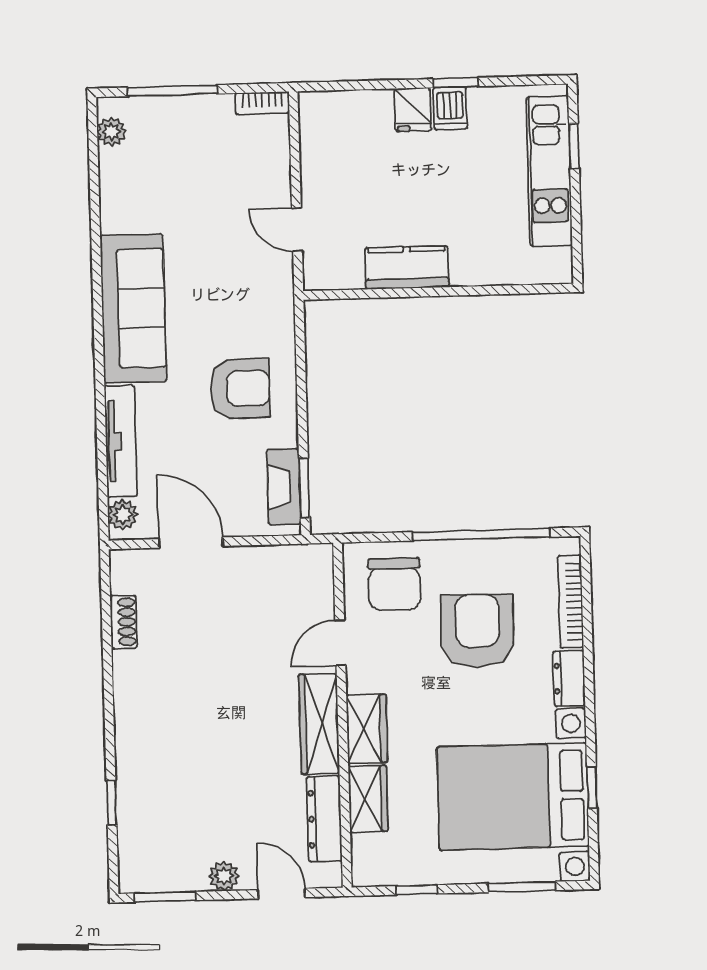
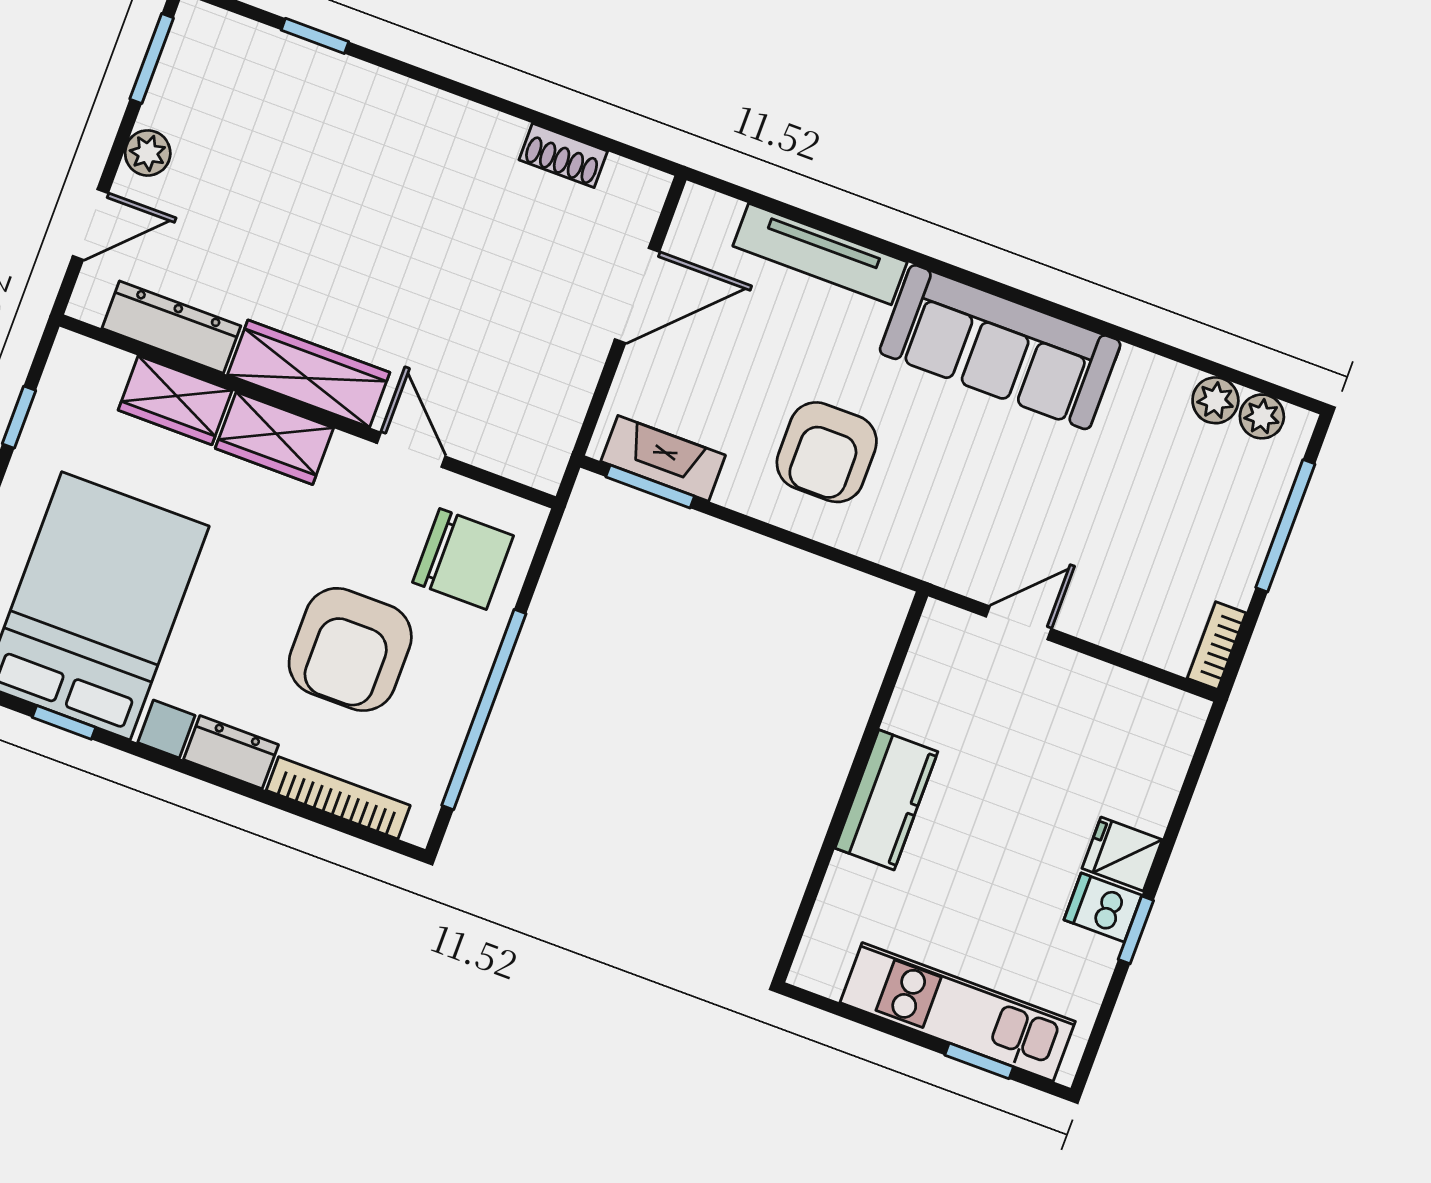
kitchen counter: (407, 268) -> (886, 800), moved
plant: (123, 515) -> (1215, 400), moved
chair: (394, 584) -> (463, 559), turned 180
armchair: (477, 631) -> (350, 649), turned 89

